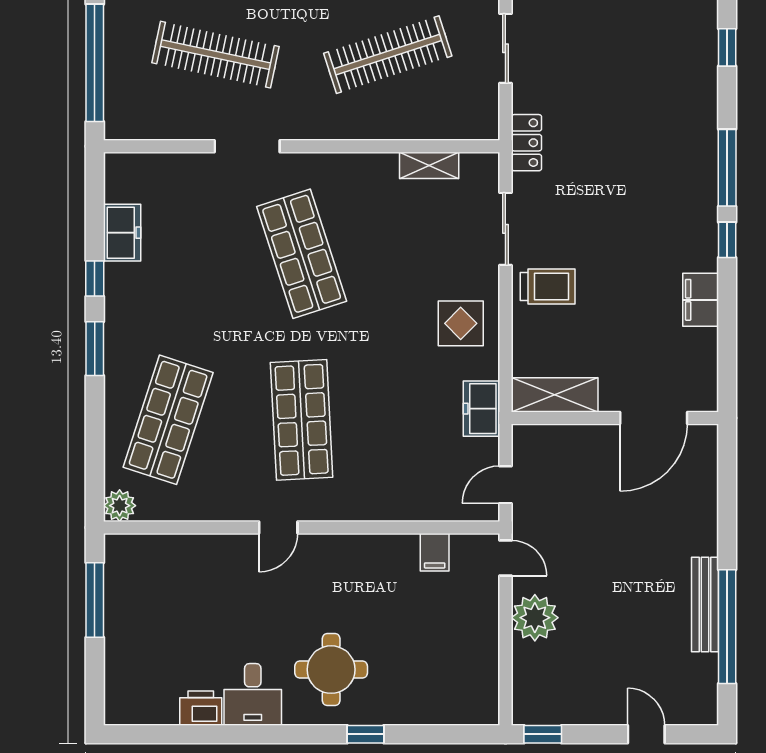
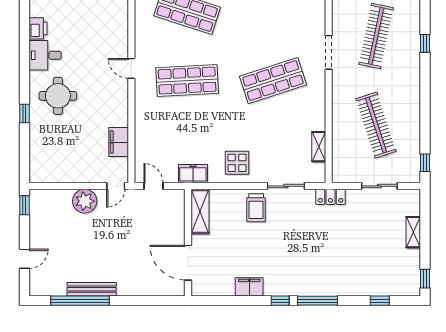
filing cabinet: (435, 552) -> (119, 142), width x2.00

